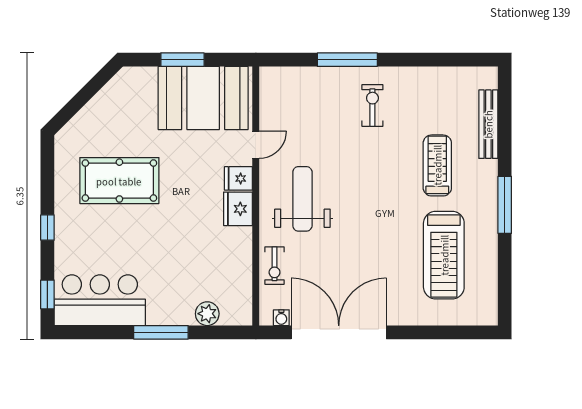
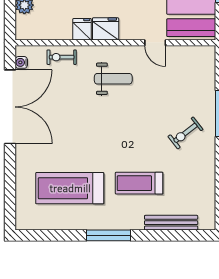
exercise bike: (372, 106) -> (185, 133), turned 142
treadmill: (437, 165) -> (139, 183), turned 180
fridge: (238, 178) -> (82, 29), moved
weight bench: (302, 199) -> (113, 79), width x0.73, depth x0.75

